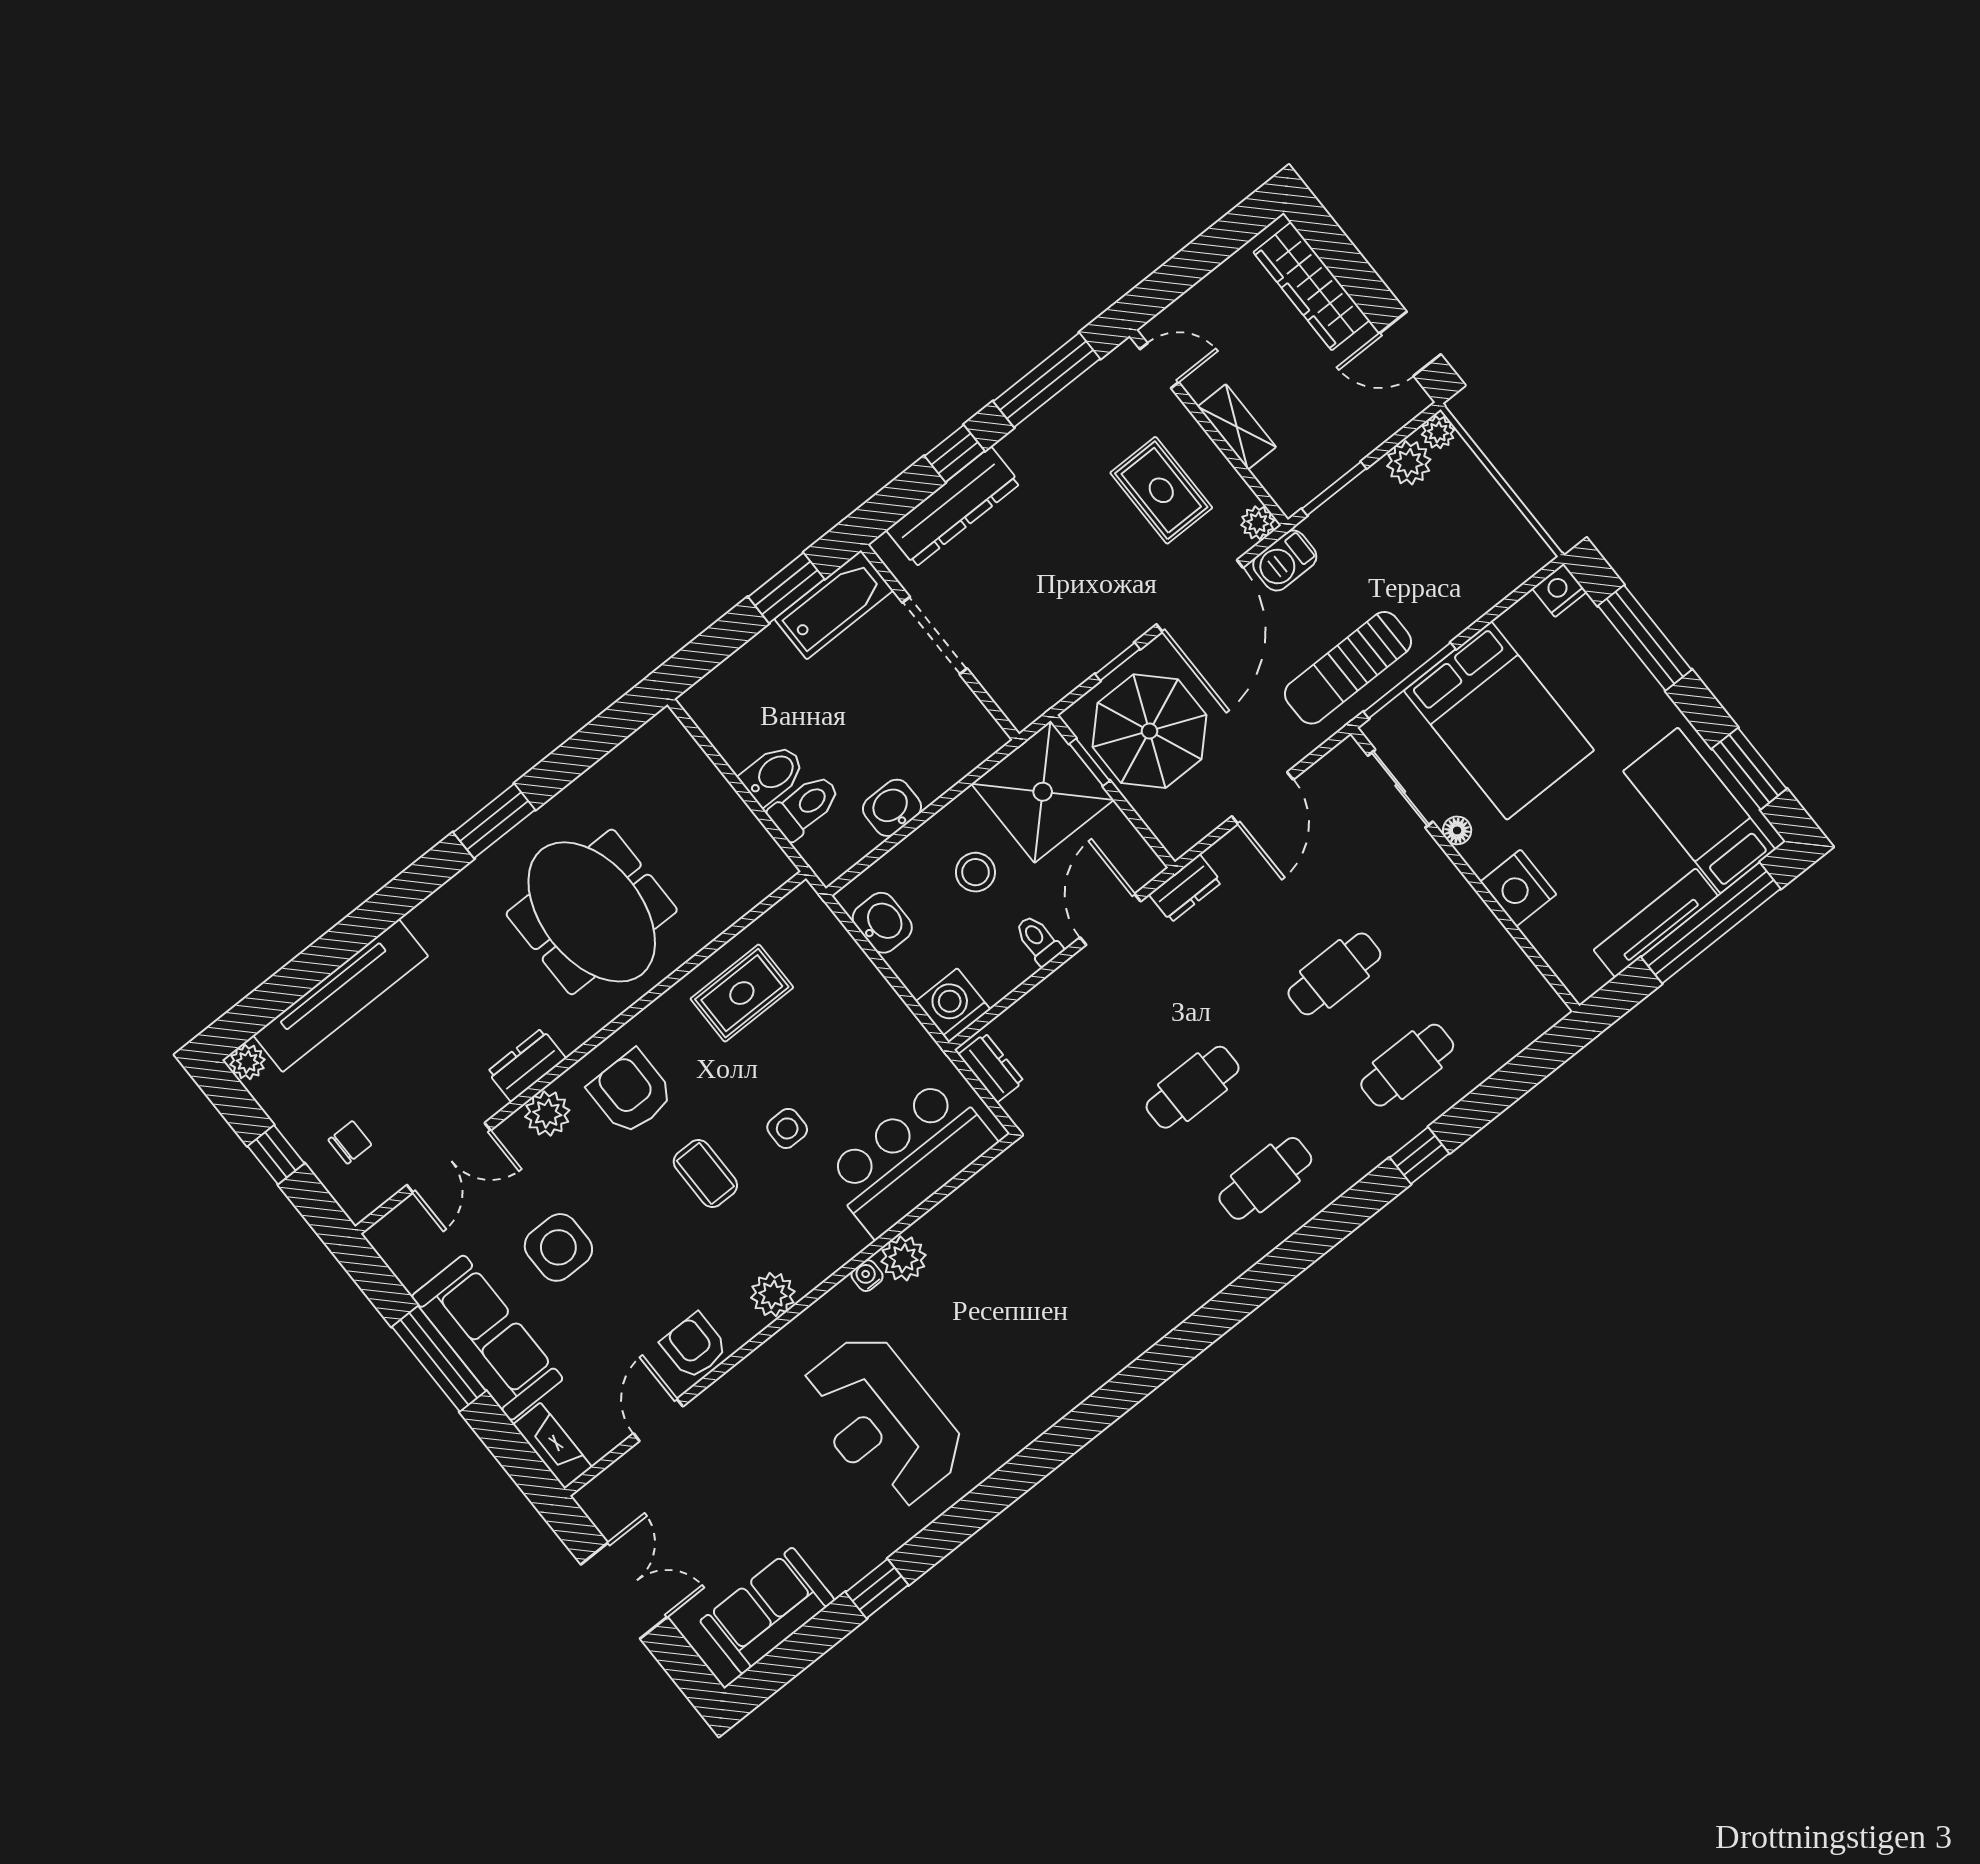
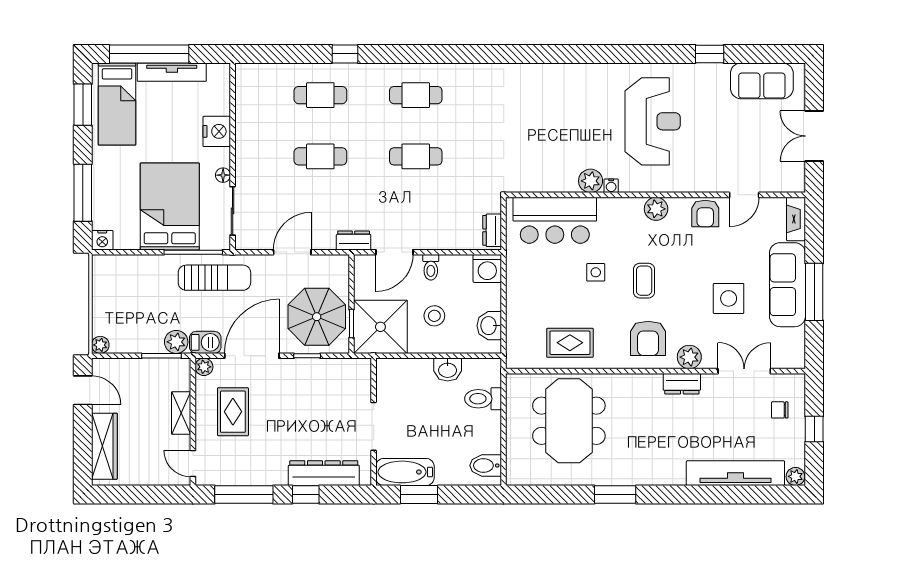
plant: (1409, 463) -> (176, 342), moved
bidet: (773, 774) -> (486, 465), moved
meeting table: (592, 912) -> (569, 421), moved

